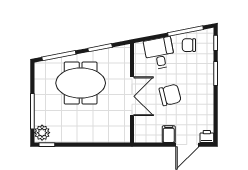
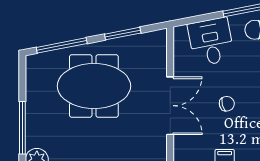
chair: (170, 95) -> (227, 104), width x0.54, depth x0.54

